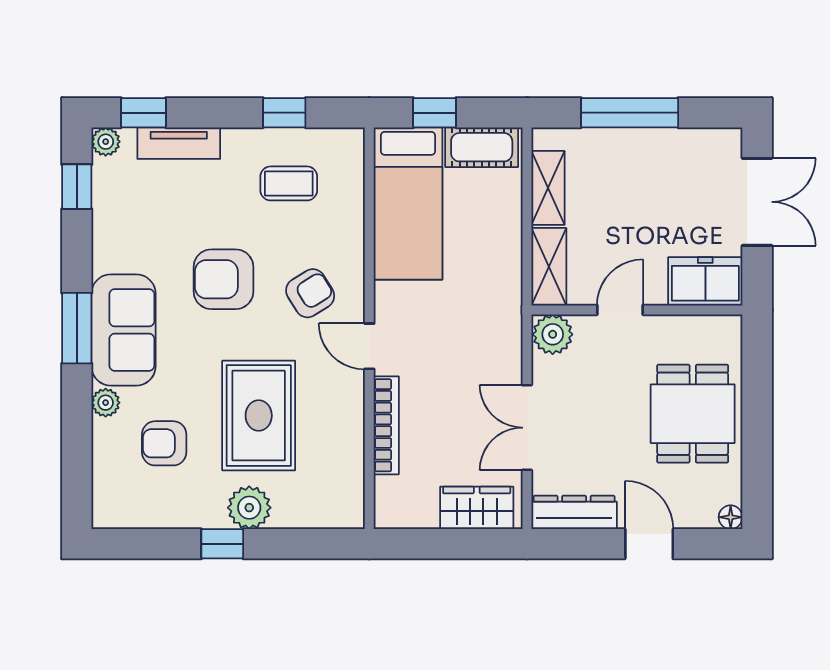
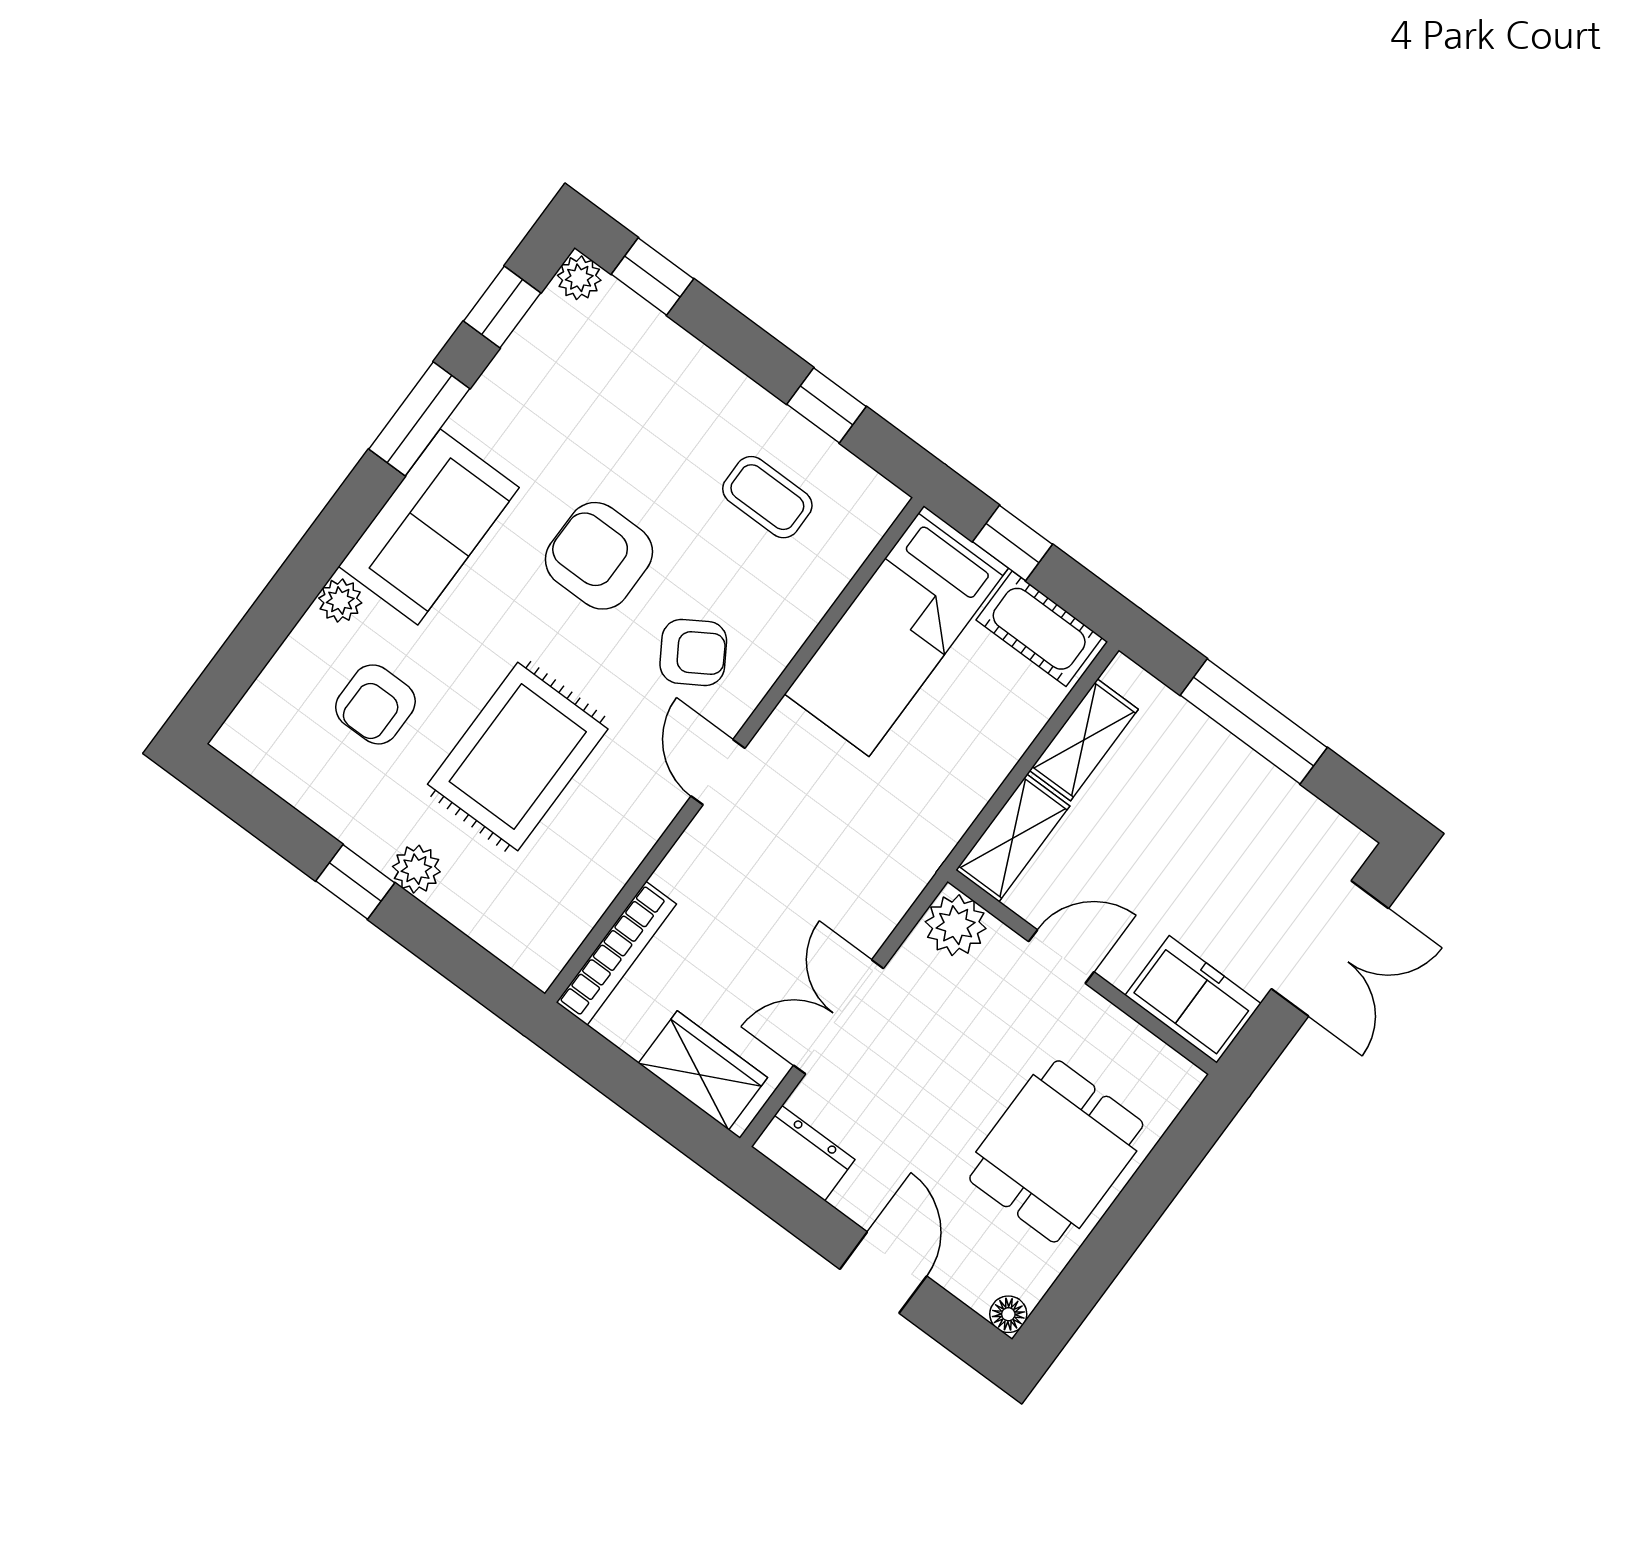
tv unit: (179, 143) -> (668, 347), removed
window: (77, 328) -> (419, 419), moved
bookcase: (386, 425) -> (616, 953), moved
armchair: (164, 443) -> (375, 704), turned -90
plant: (249, 508) -> (416, 869), width x0.73, depth x0.73
dresser: (574, 512) -> (803, 1153), width x0.70

